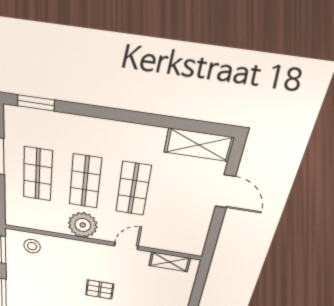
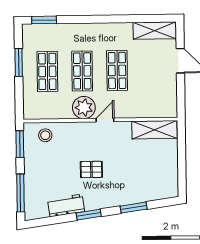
door: (126, 246) -> (105, 120), moved
shelving: (170, 262) -> (155, 130), width x1.50, depth x1.33
pallet: (100, 290) -> (91, 169), moved

